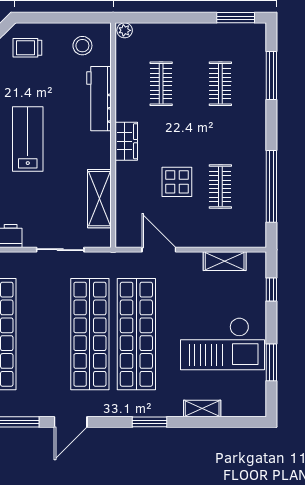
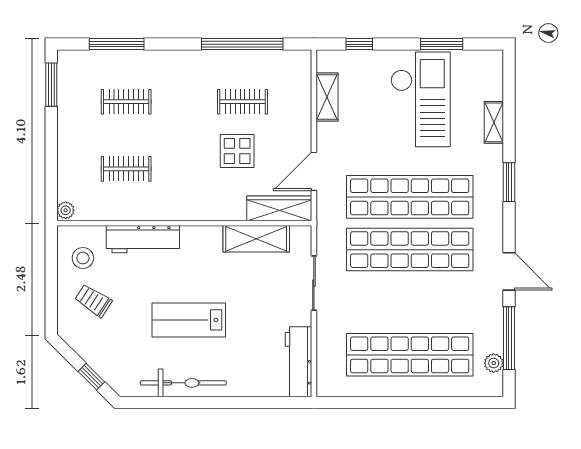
trolley: (27, 48) -> (93, 301), moved, turned 123
wardrobe: (126, 141) -> (279, 208), moved, width x1.50

